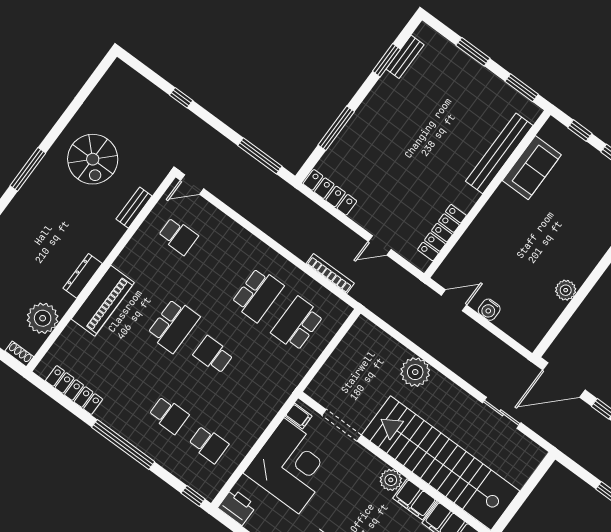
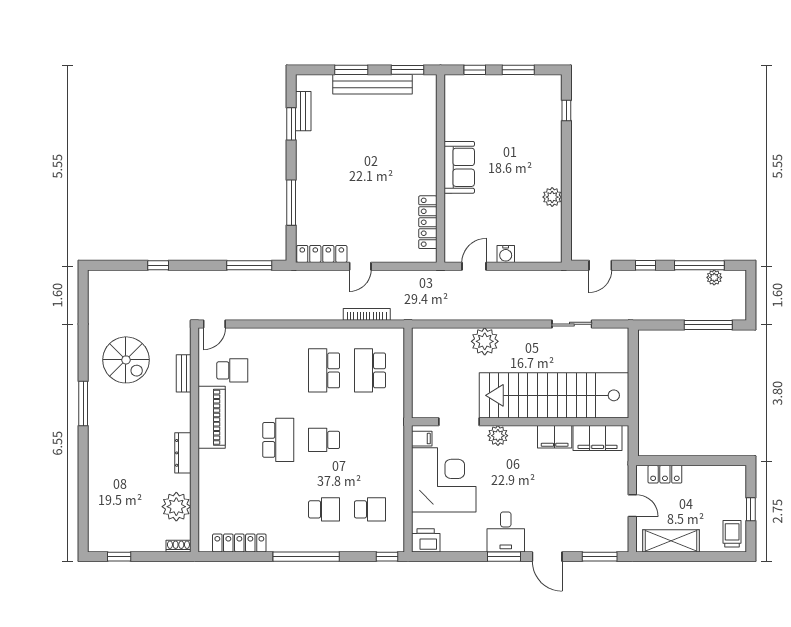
bench: (499, 153) -> (373, 84), moved, turned 90
sofa: (532, 168) -> (459, 167), moved
door: (380, 245) -> (360, 266), moved
school desk: (258, 295) -> (324, 370), turned 180
piano: (103, 301) -> (212, 417), moved
door: (564, 380) -> (600, 265), width x0.53
plant: (391, 480) -> (498, 436), moved

